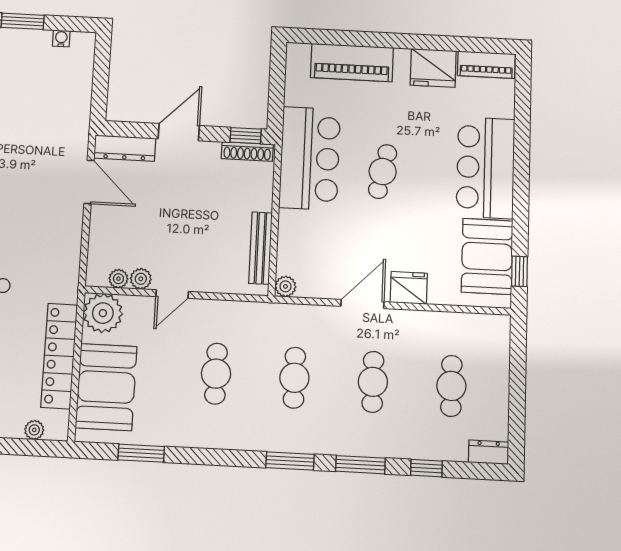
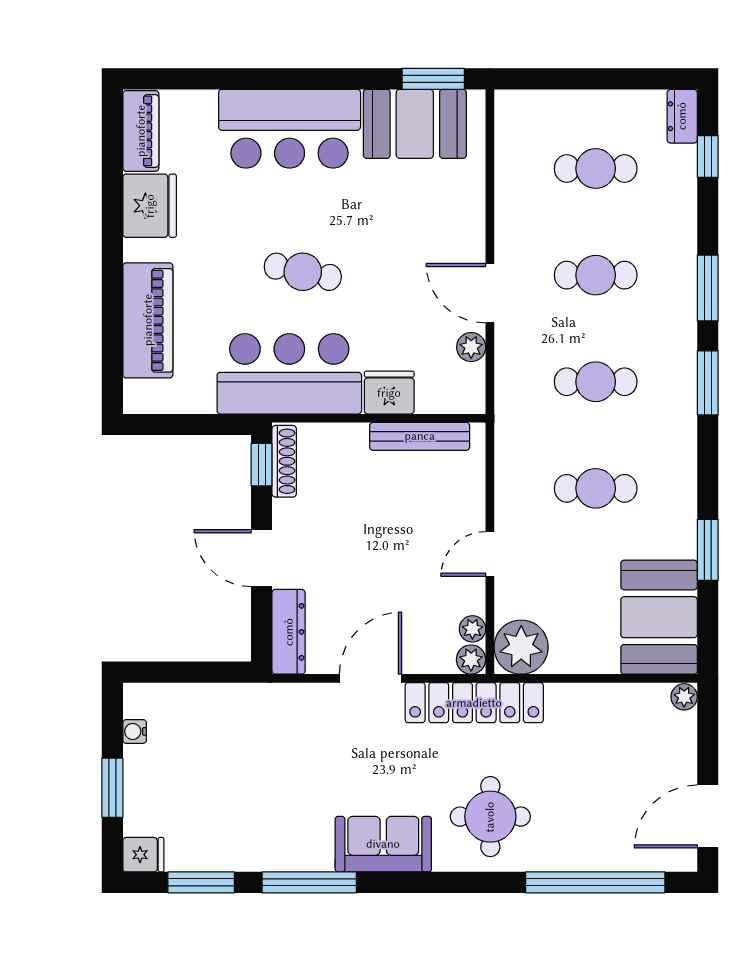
door: (89, 182) -> (371, 678), moved
window: (519, 271) -> (433, 79), width x1.50
plant: (141, 279) -> (471, 660), moved
plant: (285, 286) -> (471, 347), moved
fridge: (409, 288) -> (389, 393), moved, turned 90
door: (172, 294) -> (490, 554), swing flipped
locker: (59, 356) -> (474, 703), moved
booth: (106, 387) -> (659, 617), moved, turned 90
plant: (34, 430) -> (684, 697), moved
window: (141, 453) -> (708, 550), moved
window: (426, 468) -> (708, 156), moved

